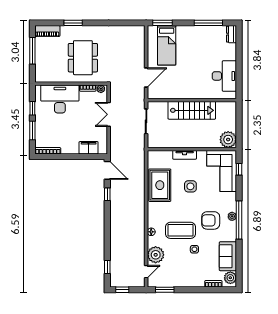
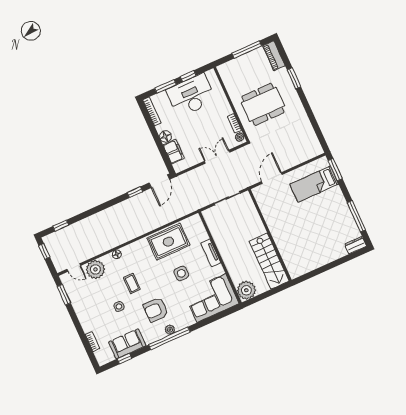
desk: (224, 76) -> (309, 257), removed
door: (146, 78) -> (272, 178), swing flipped
desk: (60, 99) -> (191, 95), moved, turned -90
stairs: (192, 110) -> (269, 261), moved
floor lamp: (73, 149) -> (165, 136), added
window: (239, 169) -> (124, 359), moved
armchair: (211, 220) -> (156, 310), turned -90
coffee table: (181, 230) -> (132, 283), width x0.54, depth x0.58
plant: (230, 278) -> (106, 356), removed

